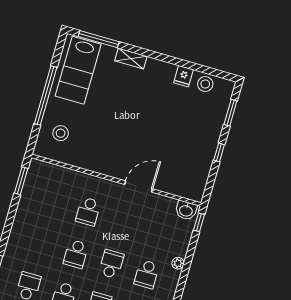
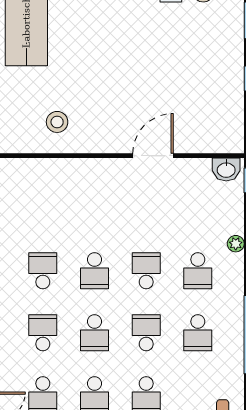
stool: (61, 133) -> (57, 122), moved
school desk: (88, 211) -> (43, 271), moved, turned 180

